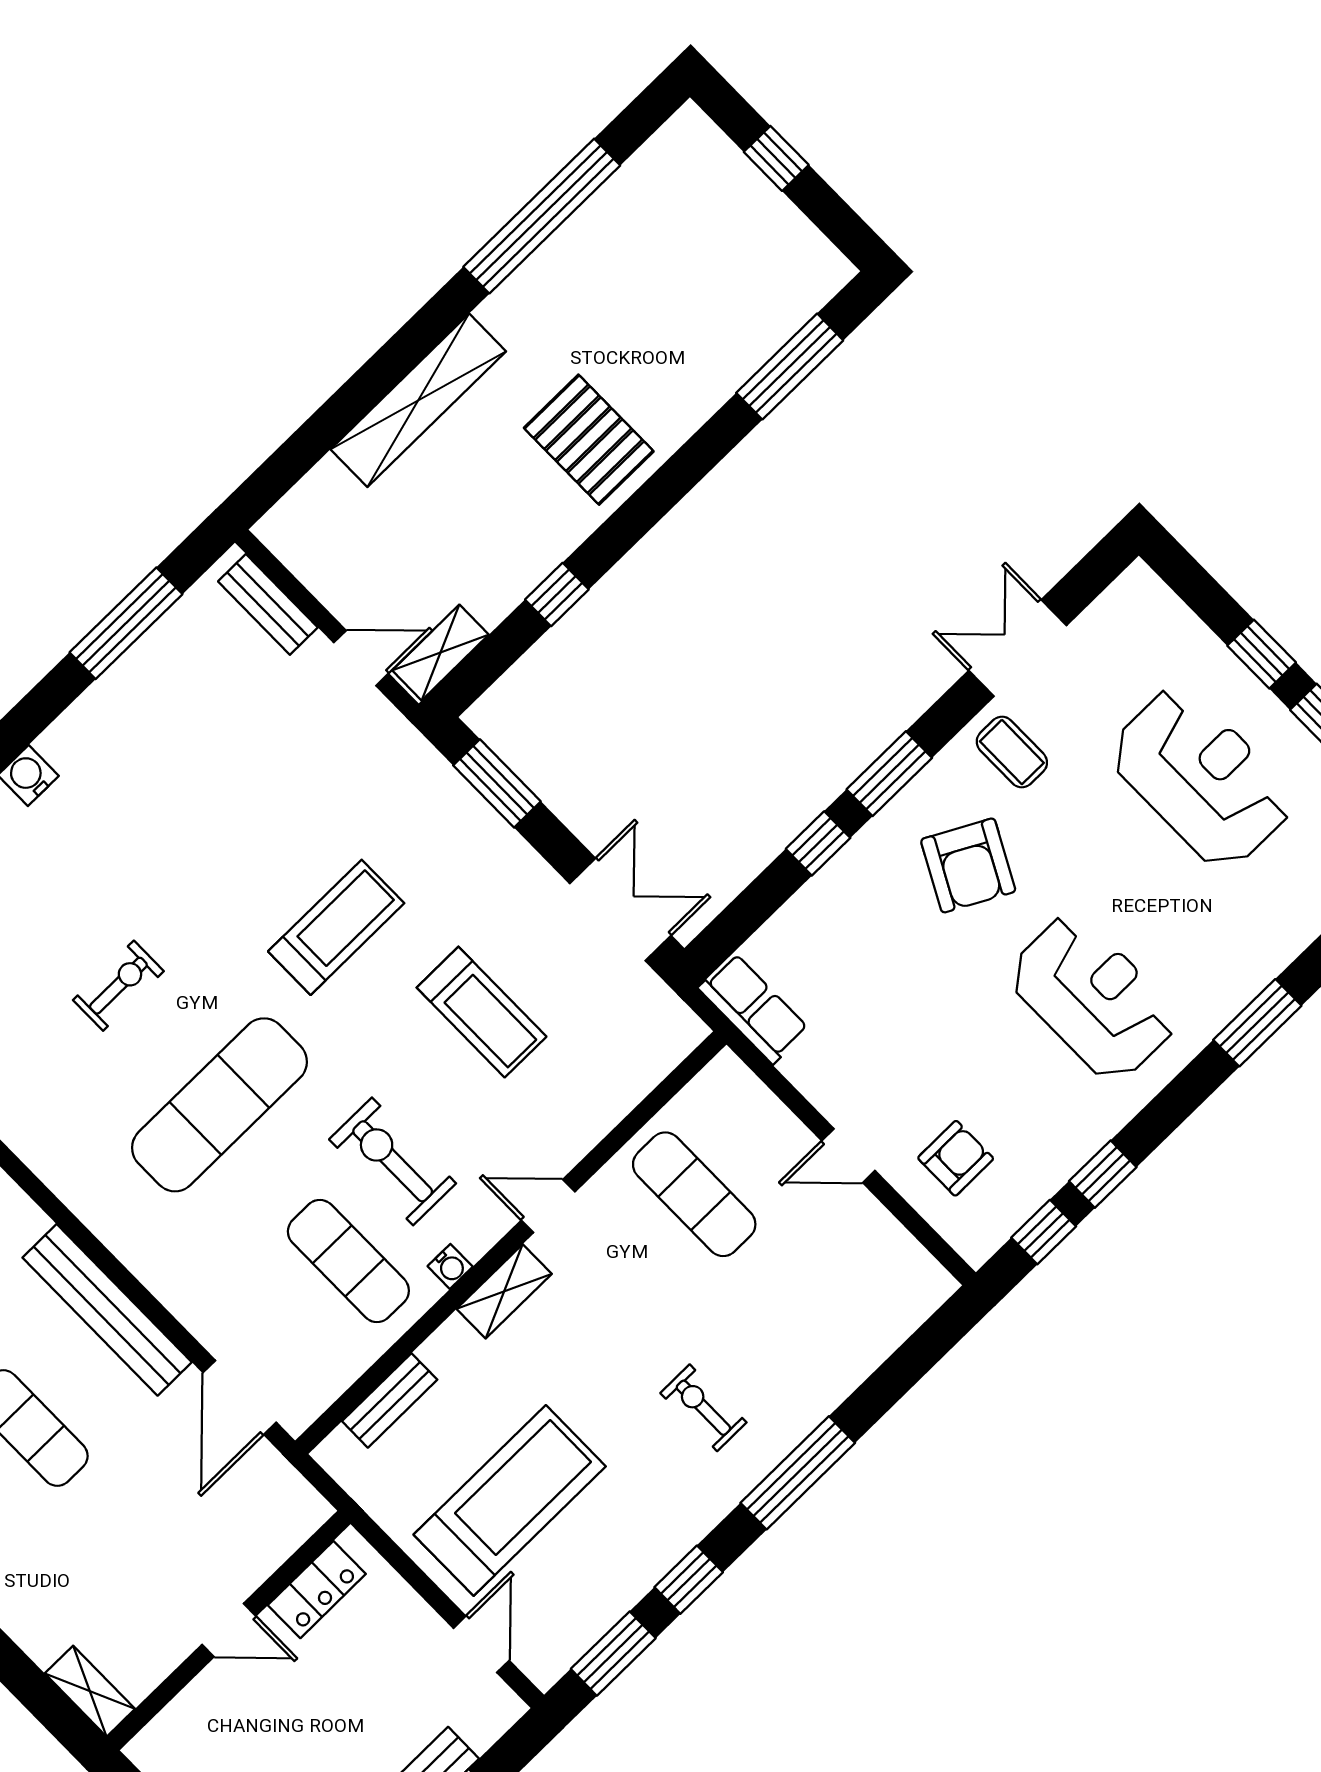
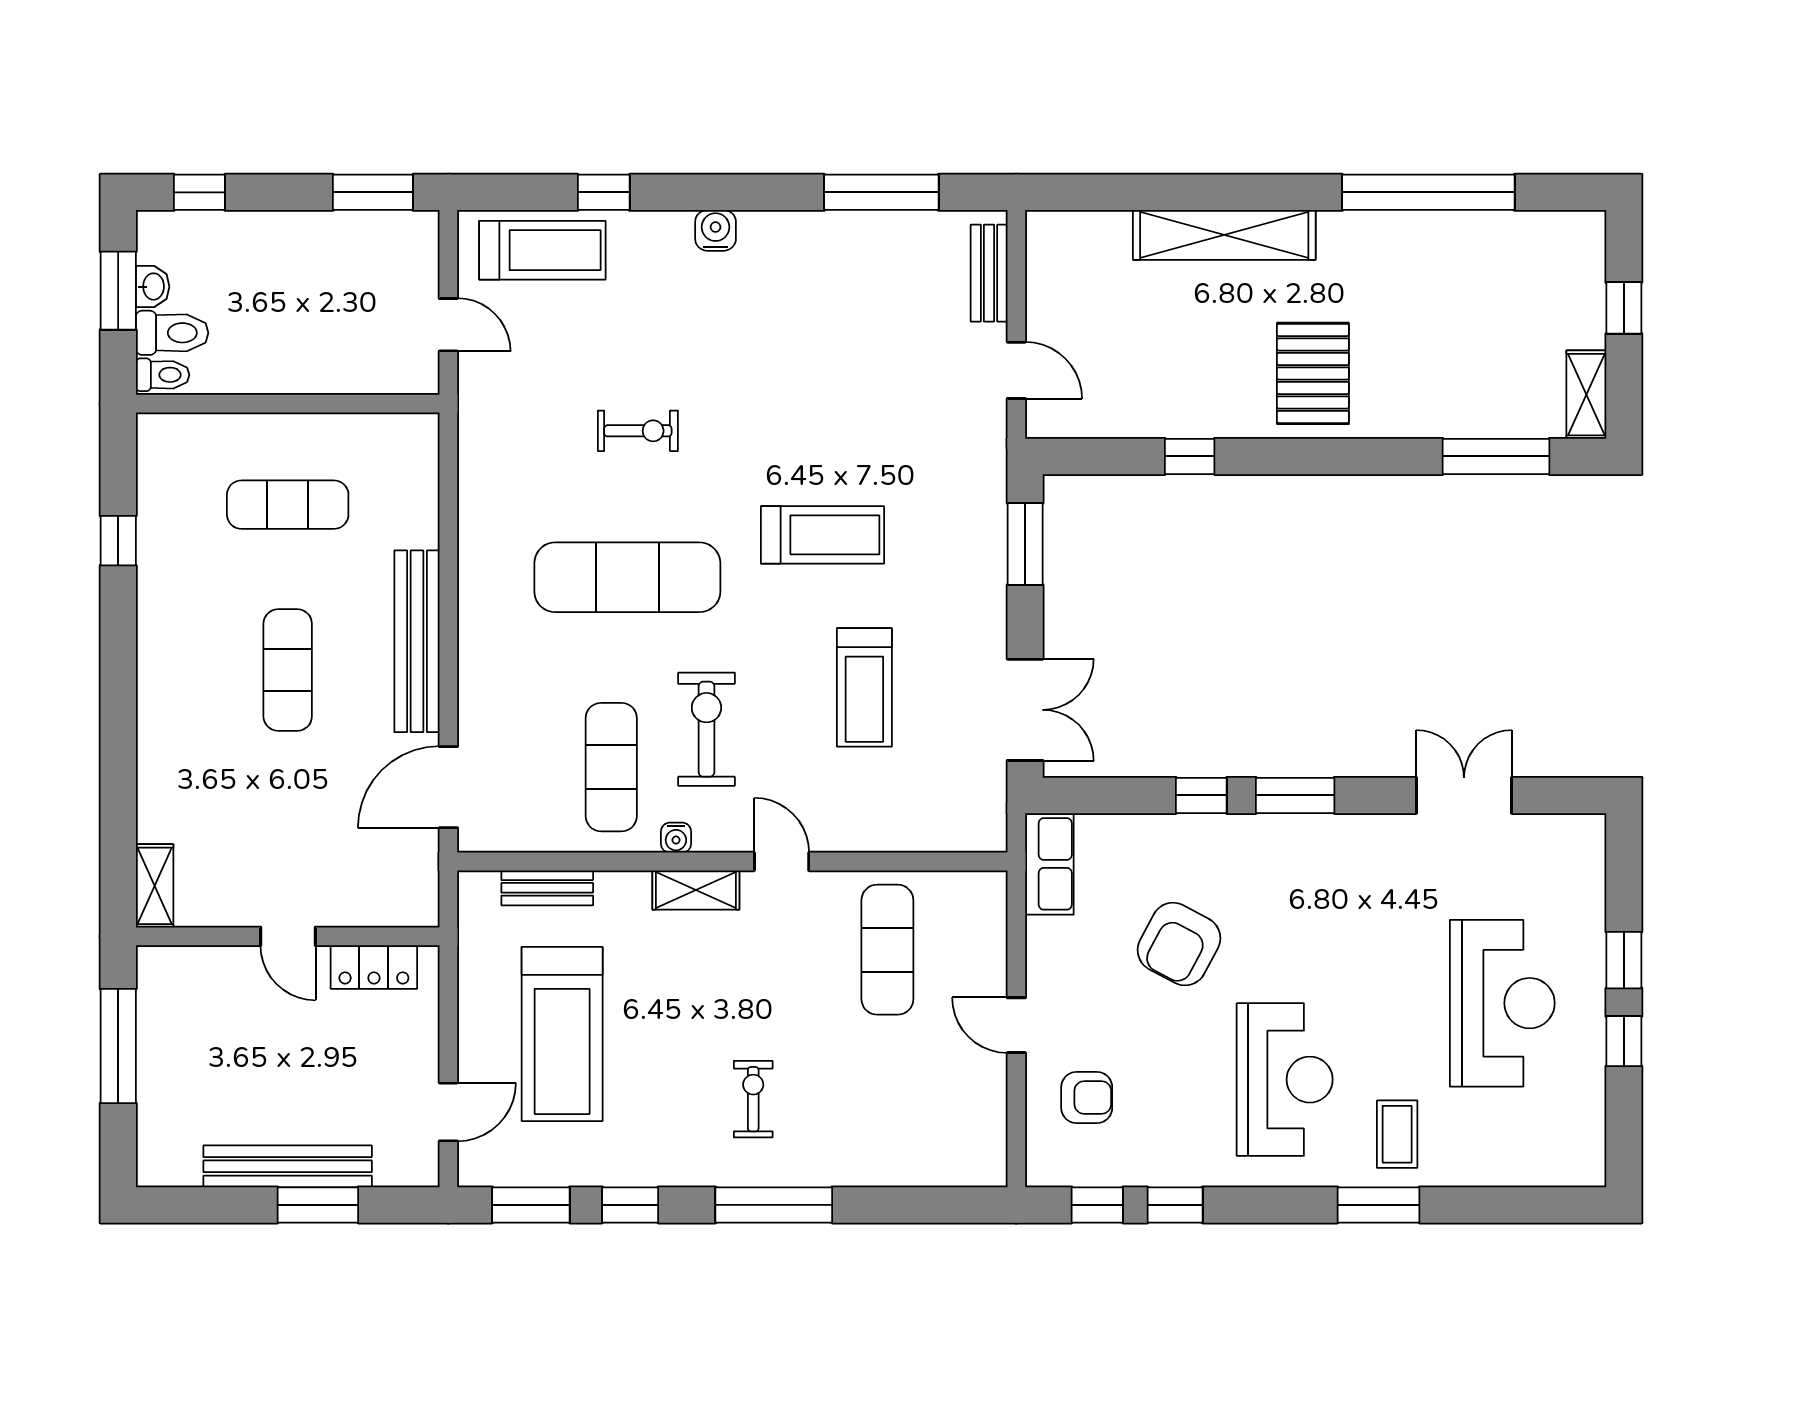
shelving: (441, 653) -> (1586, 395), moved, turned 90
coffee table: (1012, 752) -> (1397, 1134), moved
armchair: (968, 865) -> (1179, 944), moved
treadmill: (510, 1500) -> (562, 1034), turned 90

